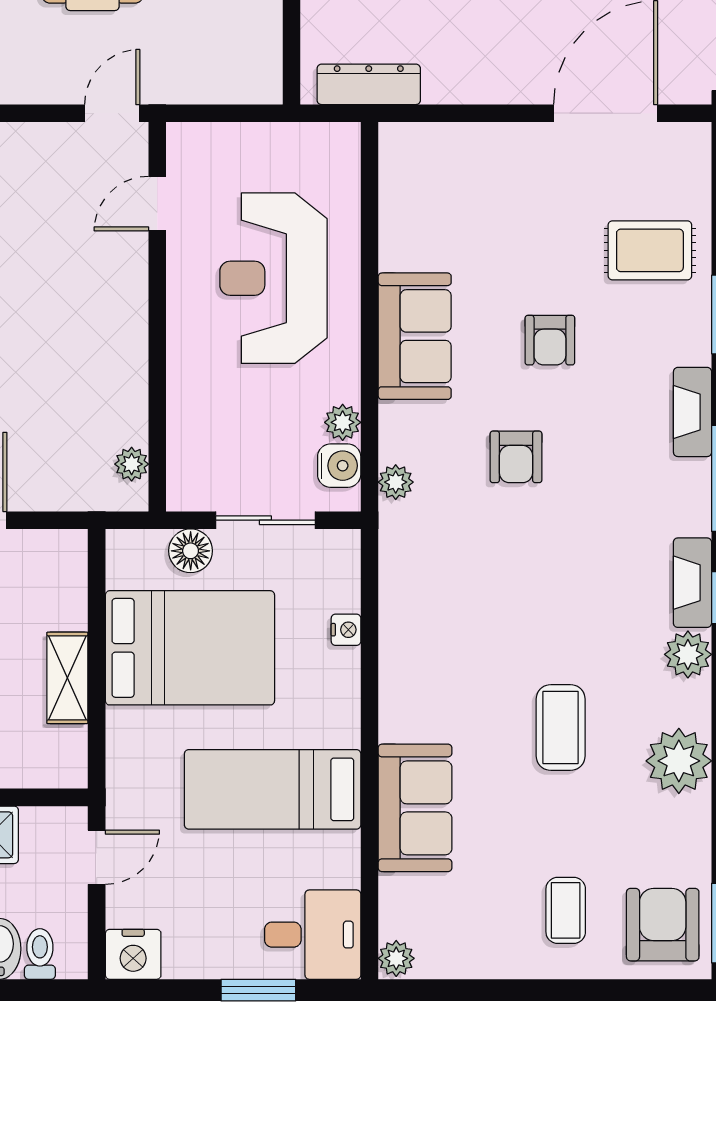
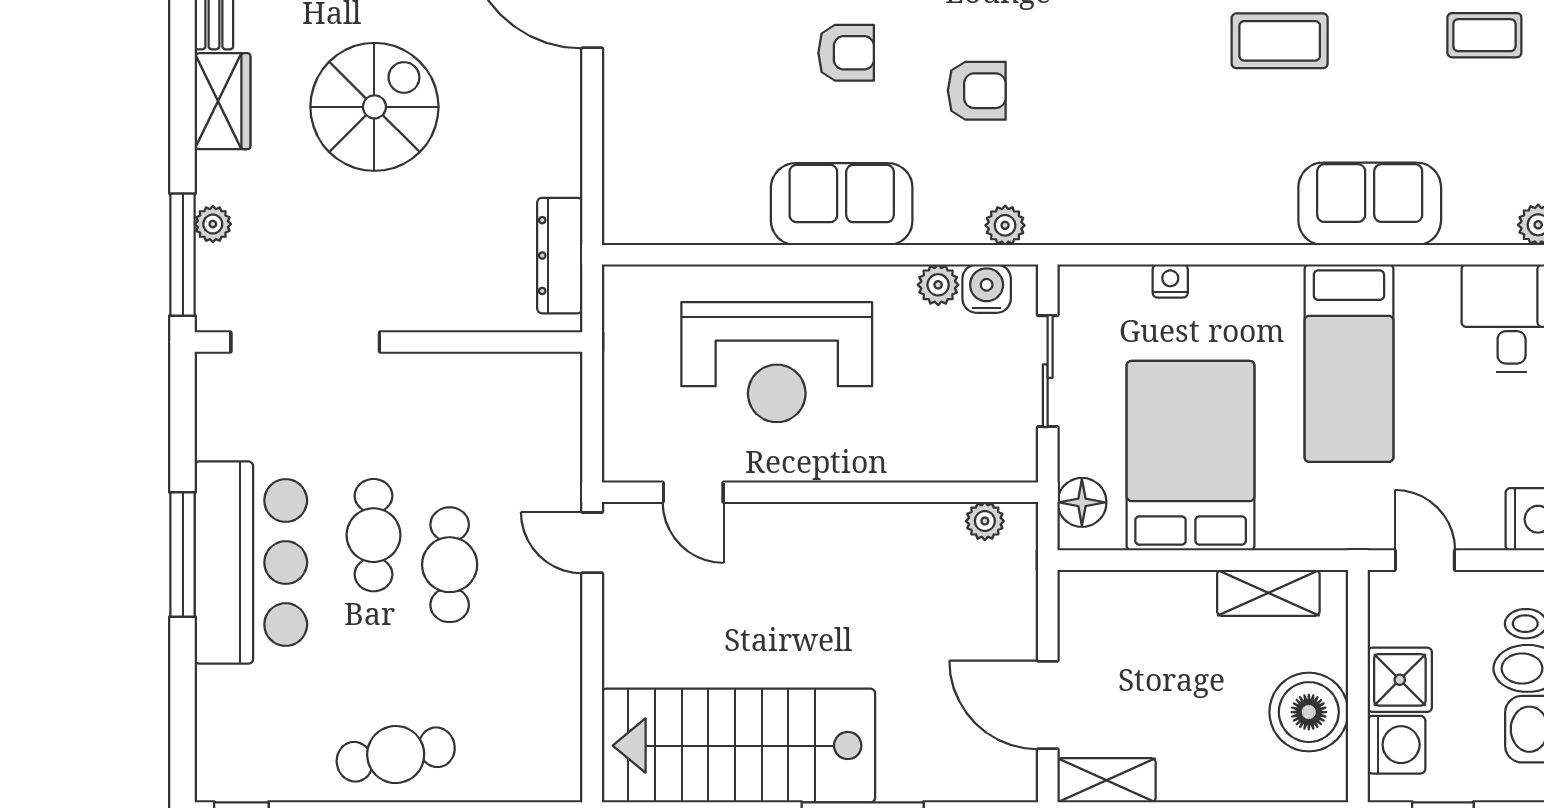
floor lamp: (191, 551) -> (1082, 502), moved
shelving: (67, 678) -> (1268, 593), moved

